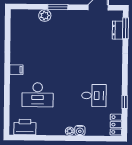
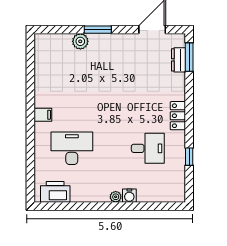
desk: (38, 95) -> (72, 148), turned 180
locker: (116, 125) -> (178, 116), moved

